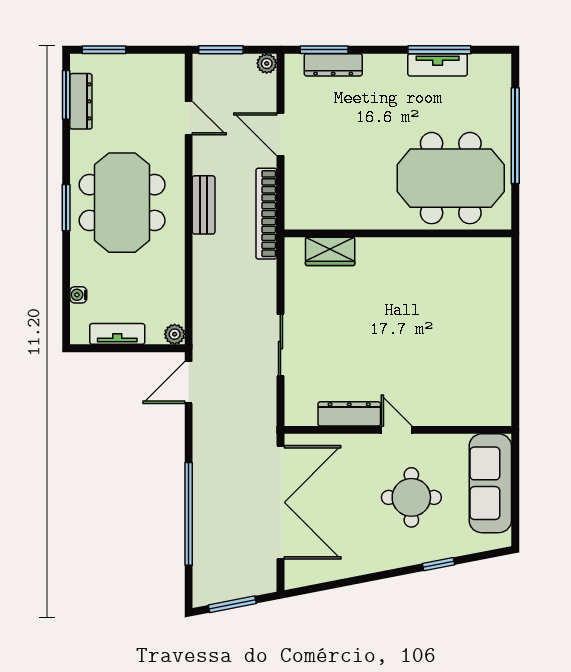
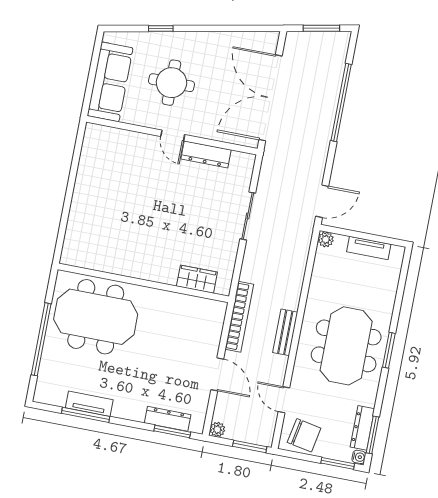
chair: (154, 77) -> (304, 435), added
water cooler: (78, 295) -> (359, 457), moved

